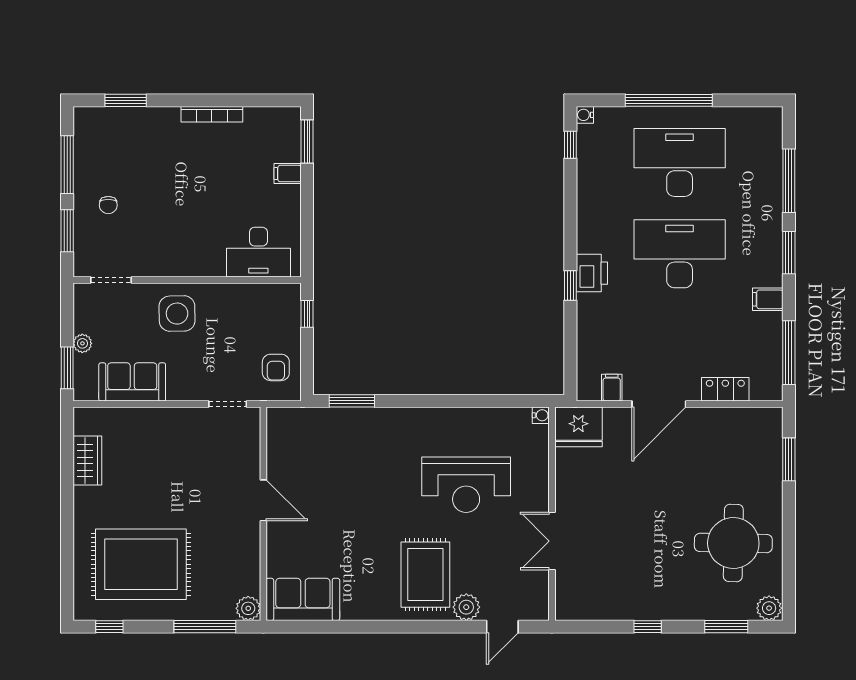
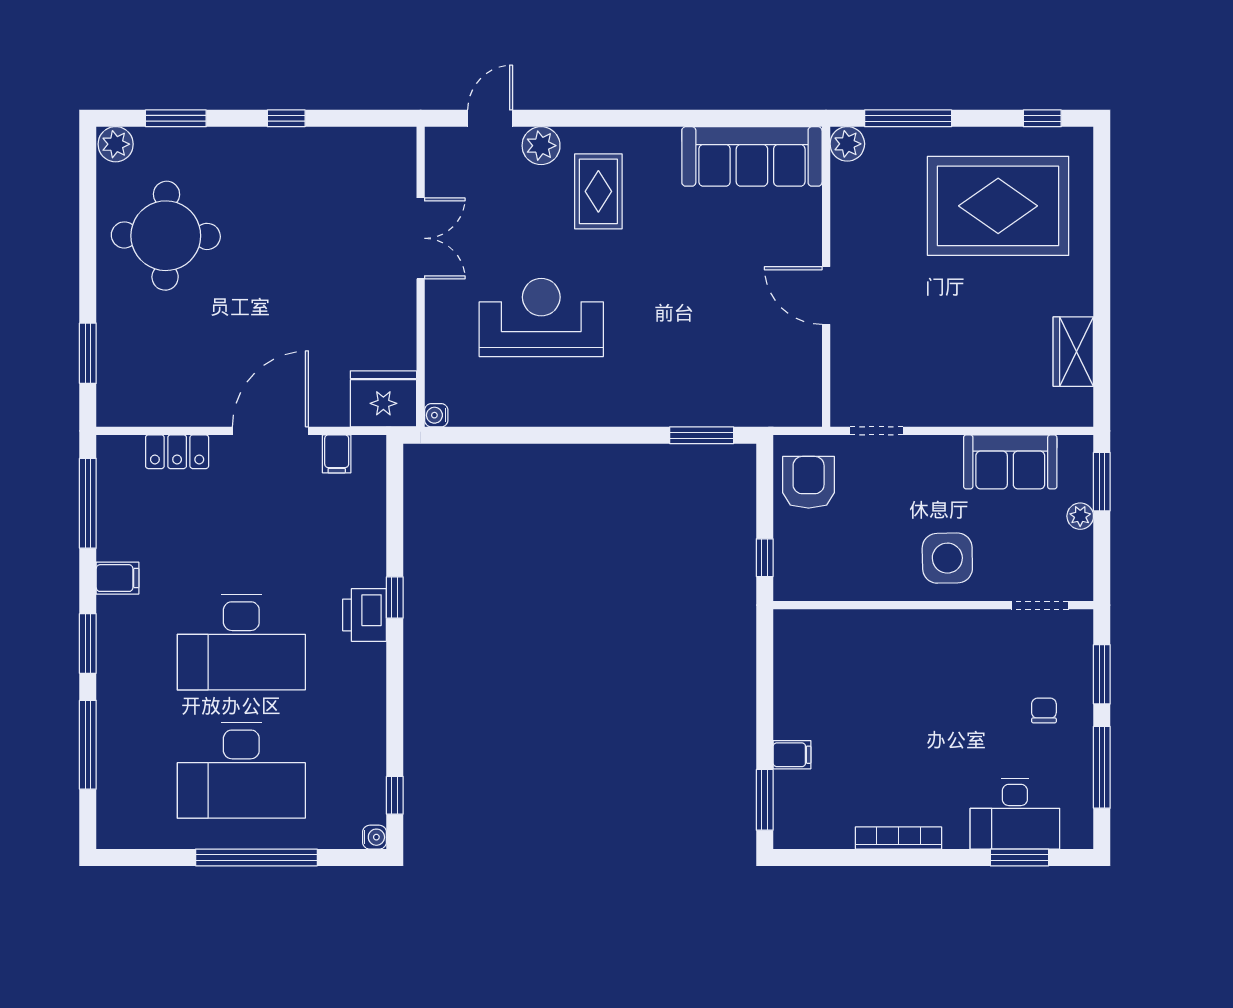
desk: (258, 252) -> (1015, 814), moved, turned 180
armchair: (276, 367) -> (809, 482), width x1.38, depth x1.38
rug: (425, 575) -> (598, 191), width x0.73, depth x0.70
sofa: (303, 599) -> (752, 156), width x1.36

